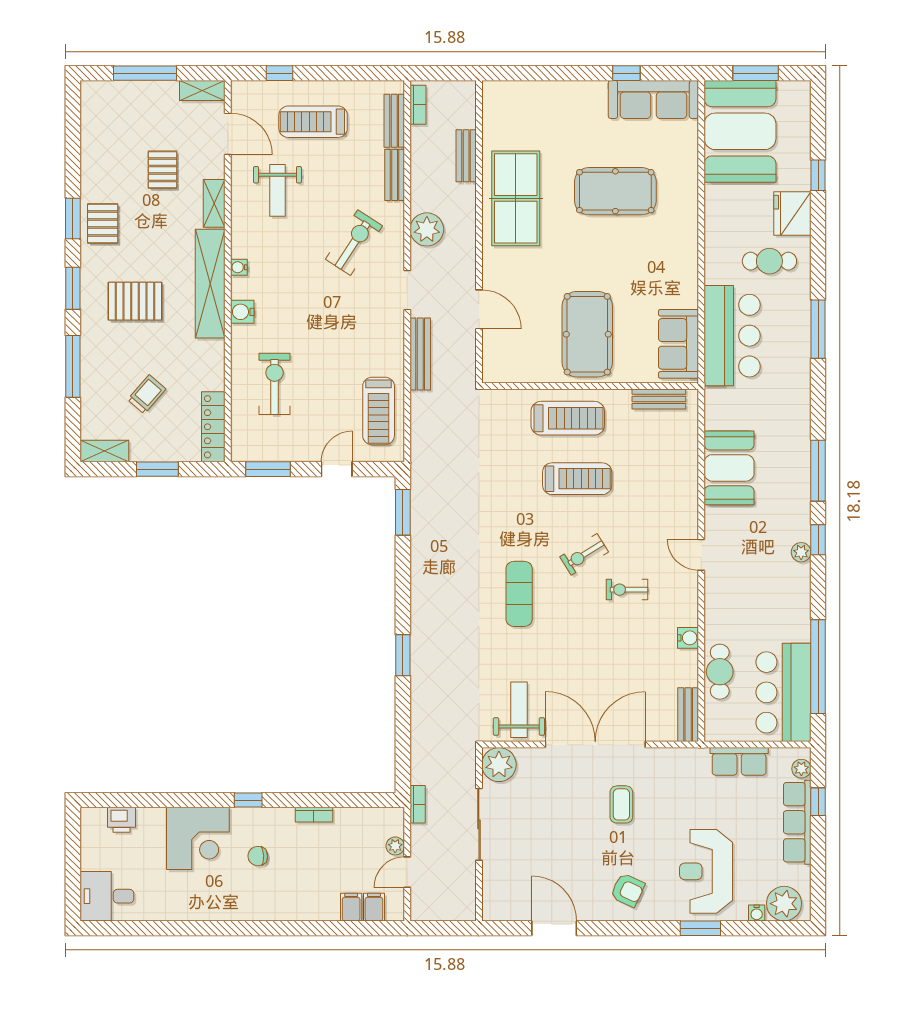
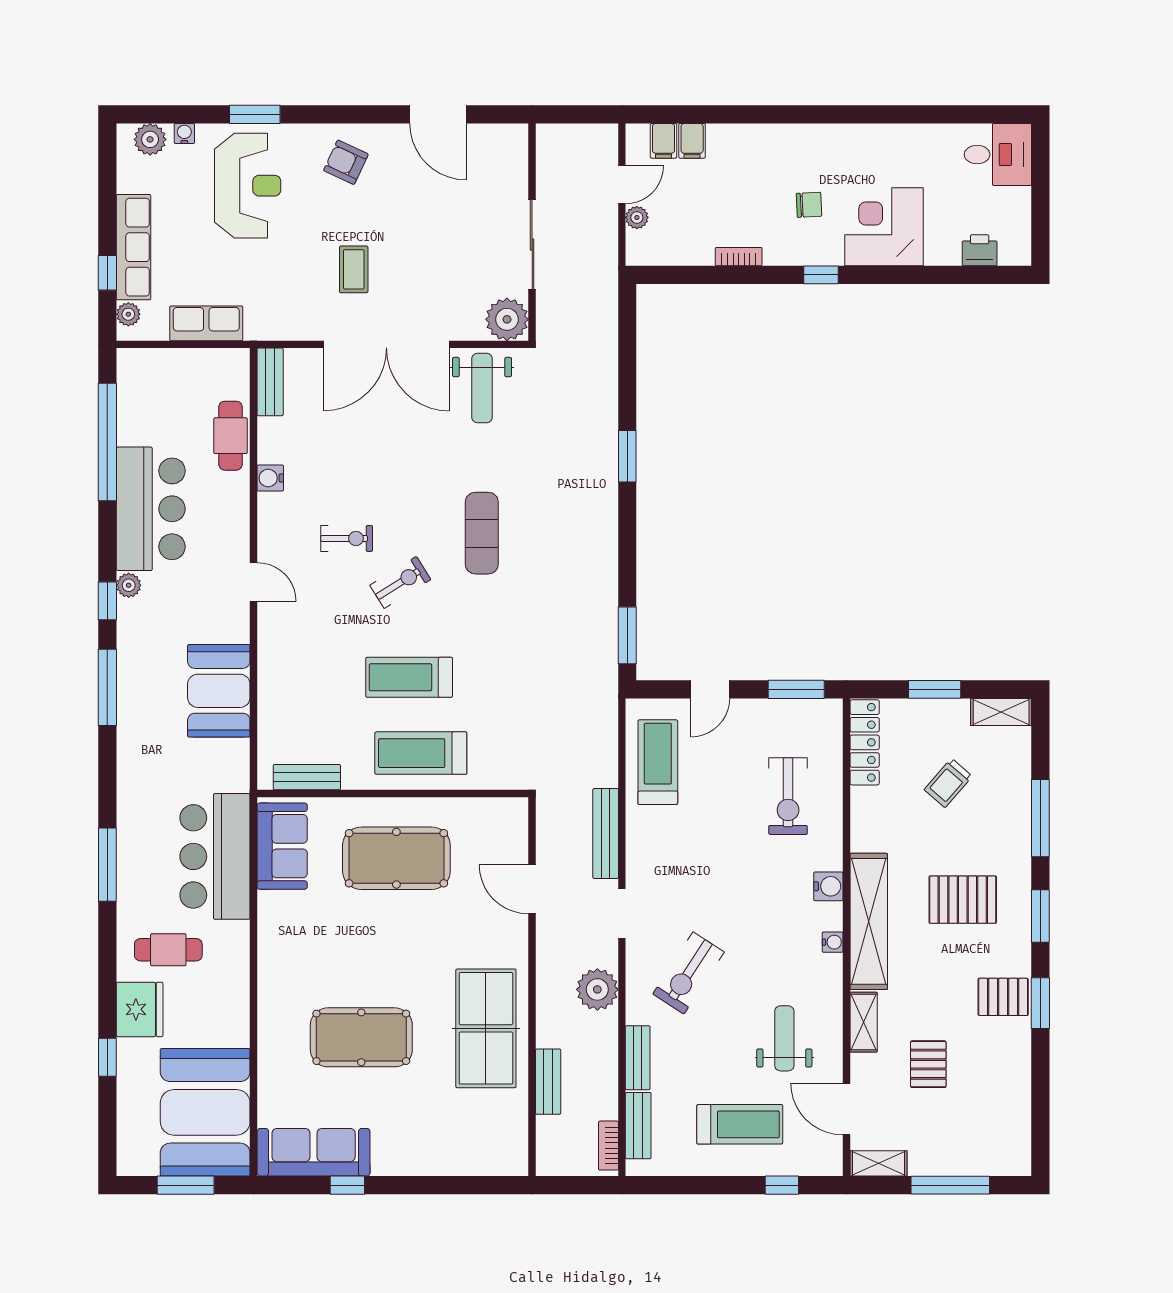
pallet: (103, 223) -> (1003, 997), turned 90
pool table: (587, 334) -> (396, 858), turned 90
bar counter: (783, 692) -> (151, 509), moved
bookcase: (418, 804) -> (609, 270), removed
plant: (784, 904) -> (150, 139), width x0.73, depth x0.73

